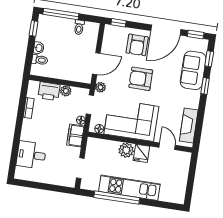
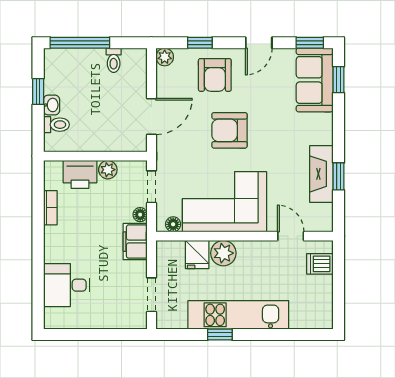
window: (119, 23) -> (200, 43), moved
window: (34, 28) -> (38, 92), moved
door: (166, 30) -> (259, 43), width x0.53
sofa: (193, 70) -> (315, 80), moved
window: (205, 86) -> (338, 176), moved
plant: (101, 87) -> (165, 57), moved
fireplace: (189, 125) -> (321, 174), moved
fridge: (141, 153) -> (197, 255), moved
dishwasher: (182, 165) -> (320, 264), added
window: (117, 198) -> (220, 334), width x0.32

